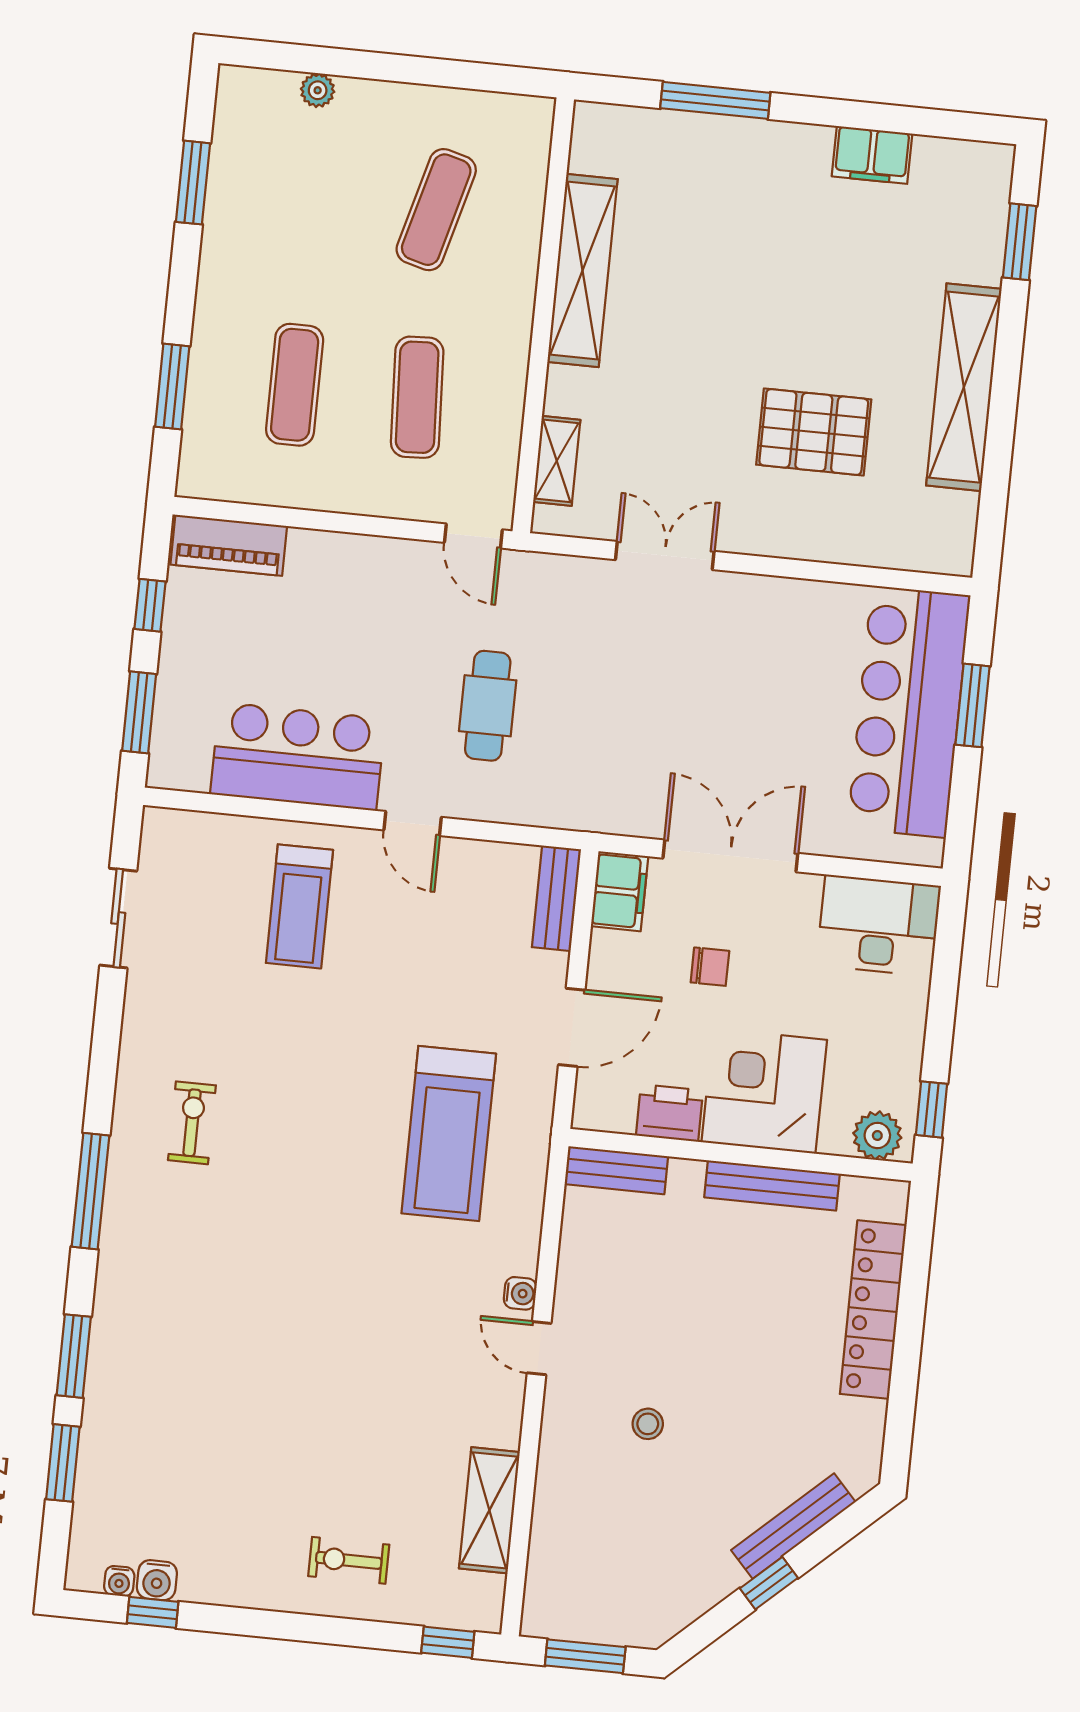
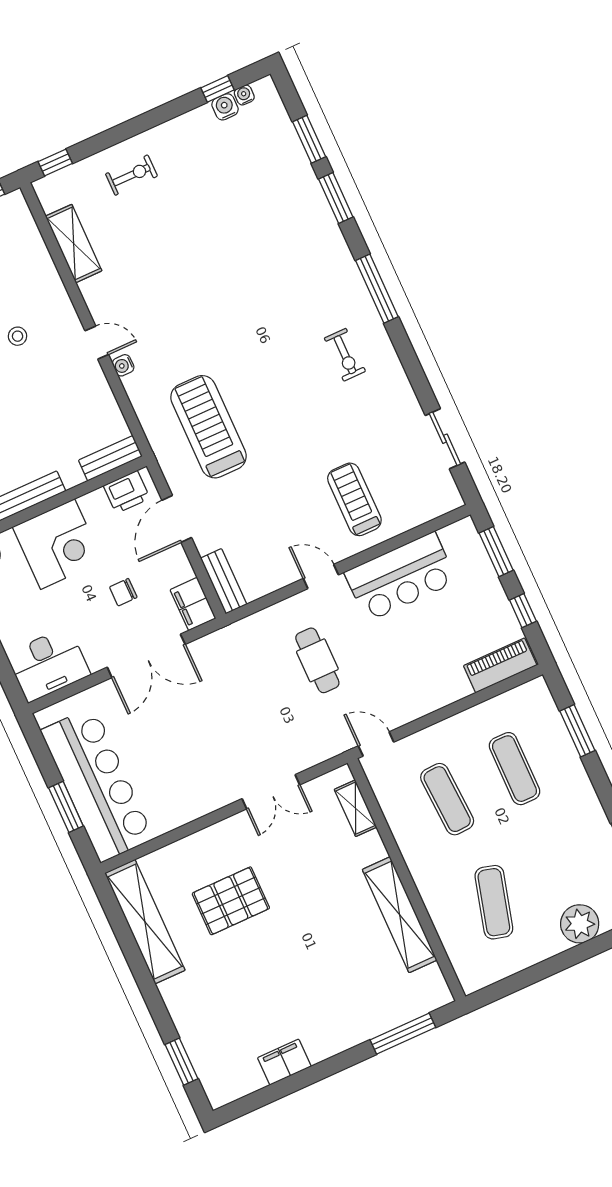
plant: (318, 90) -> (580, 924), width x1.88, depth x1.88
window: (715, 100) -> (403, 1034), moved
shelving: (964, 387) -> (145, 922), moved
printer: (669, 1113) -> (127, 492), moved

